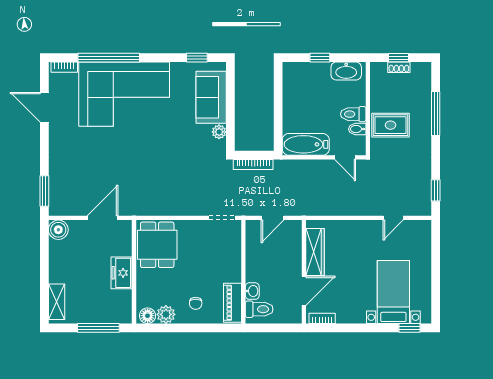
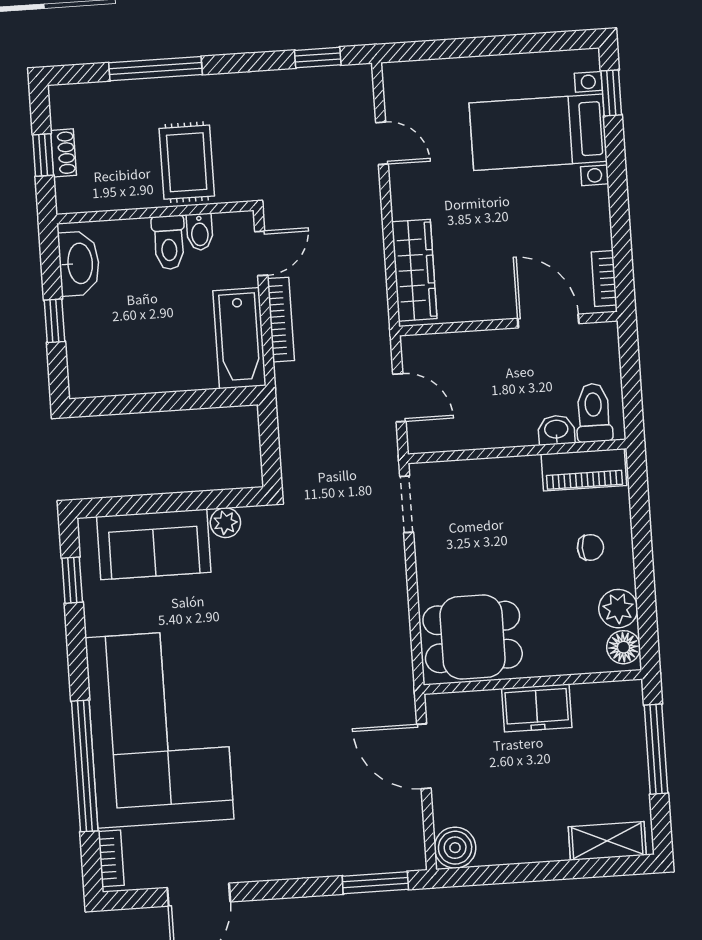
bookcase: (253, 164) -> (281, 320), moved
wardrobe: (315, 252) -> (414, 270), moved, turned 90

